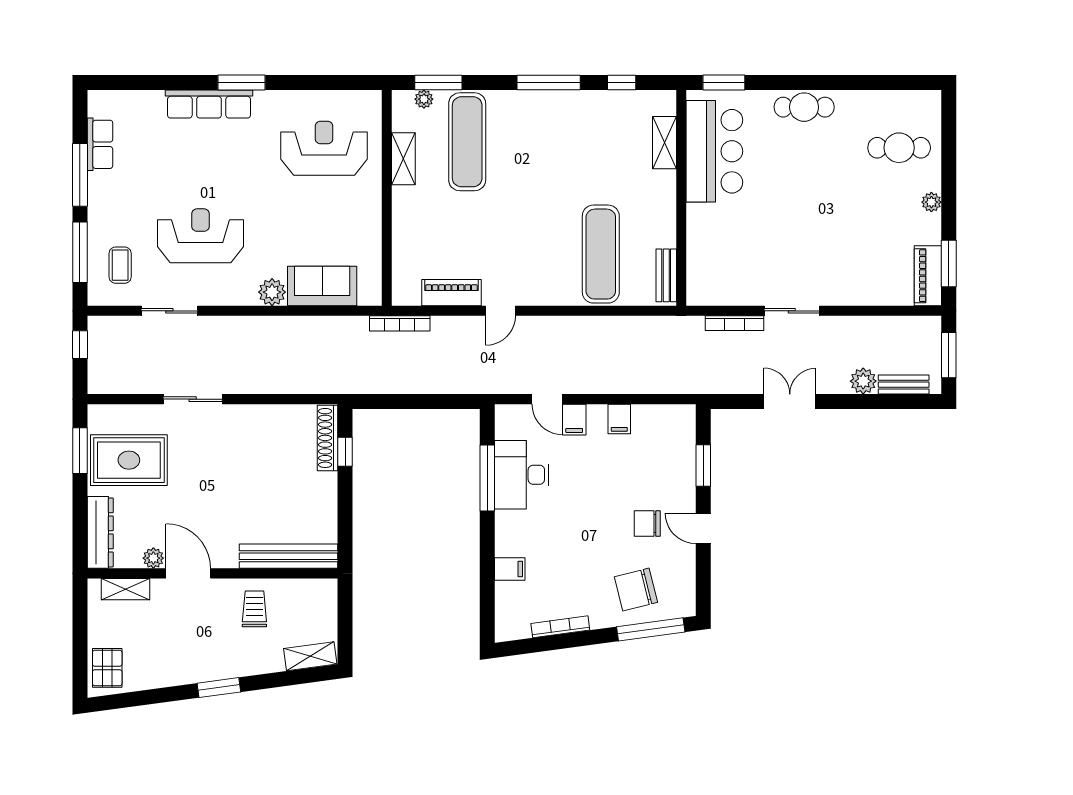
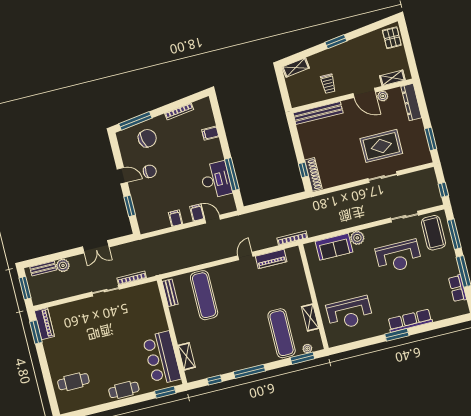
plant: (931, 202) -> (51, 359), removed
coffee table: (120, 265) -> (433, 233), width x1.86, depth x1.72
rug: (129, 460) -> (381, 146), moved

